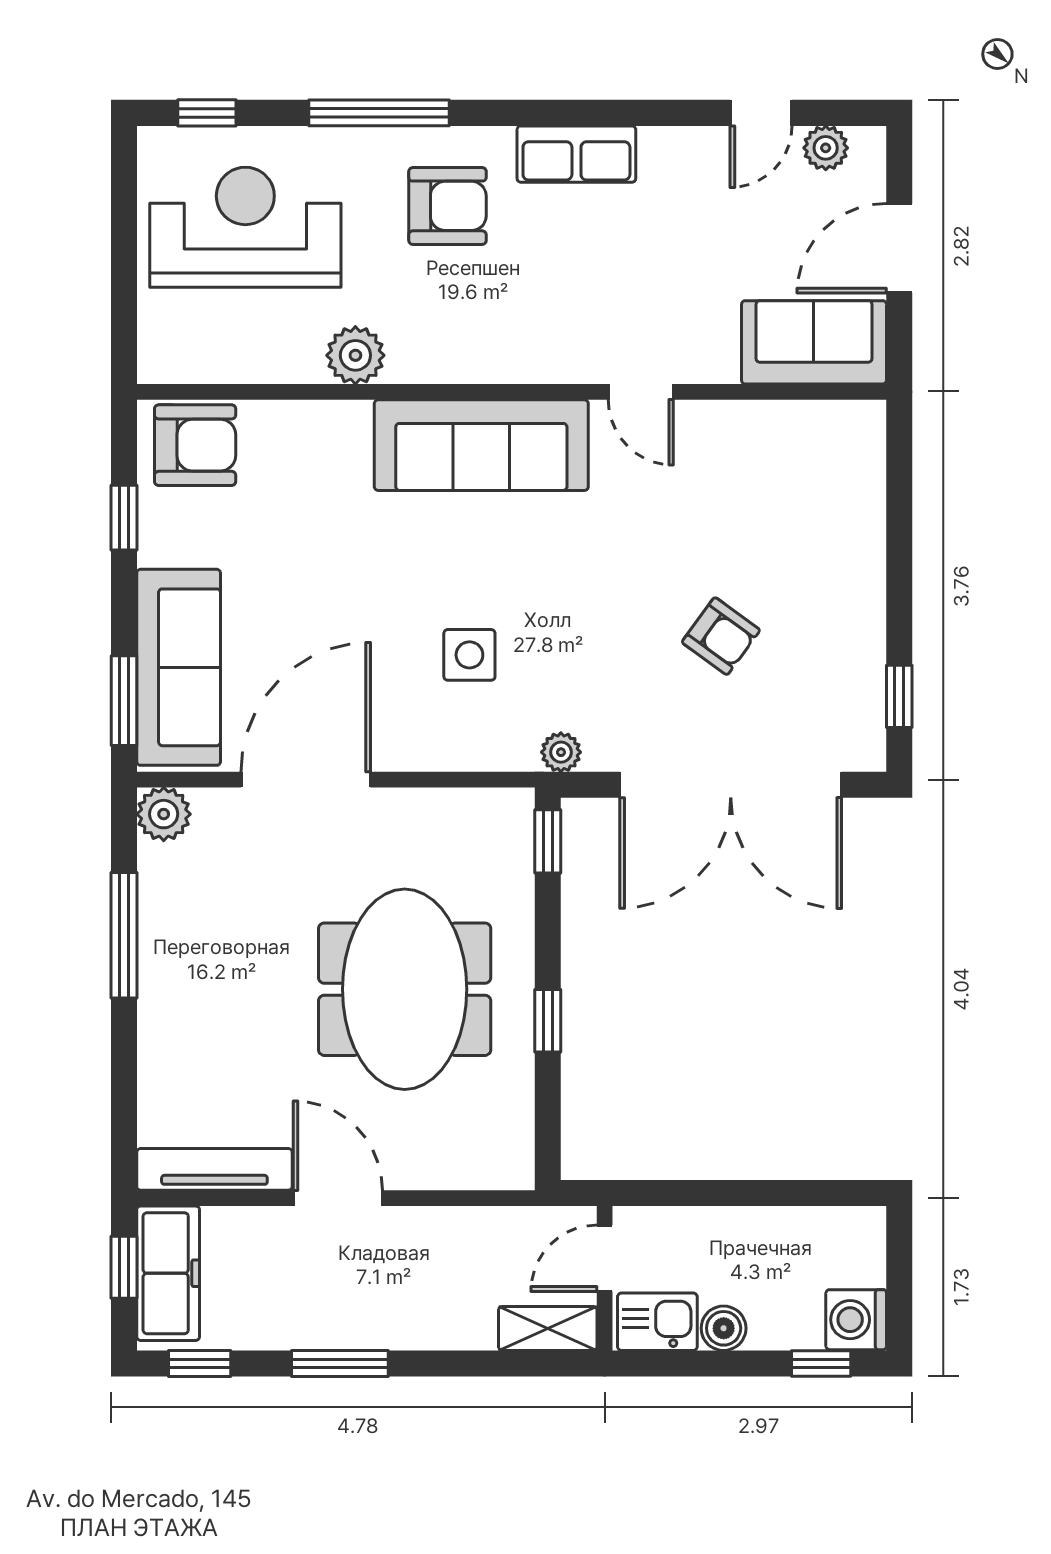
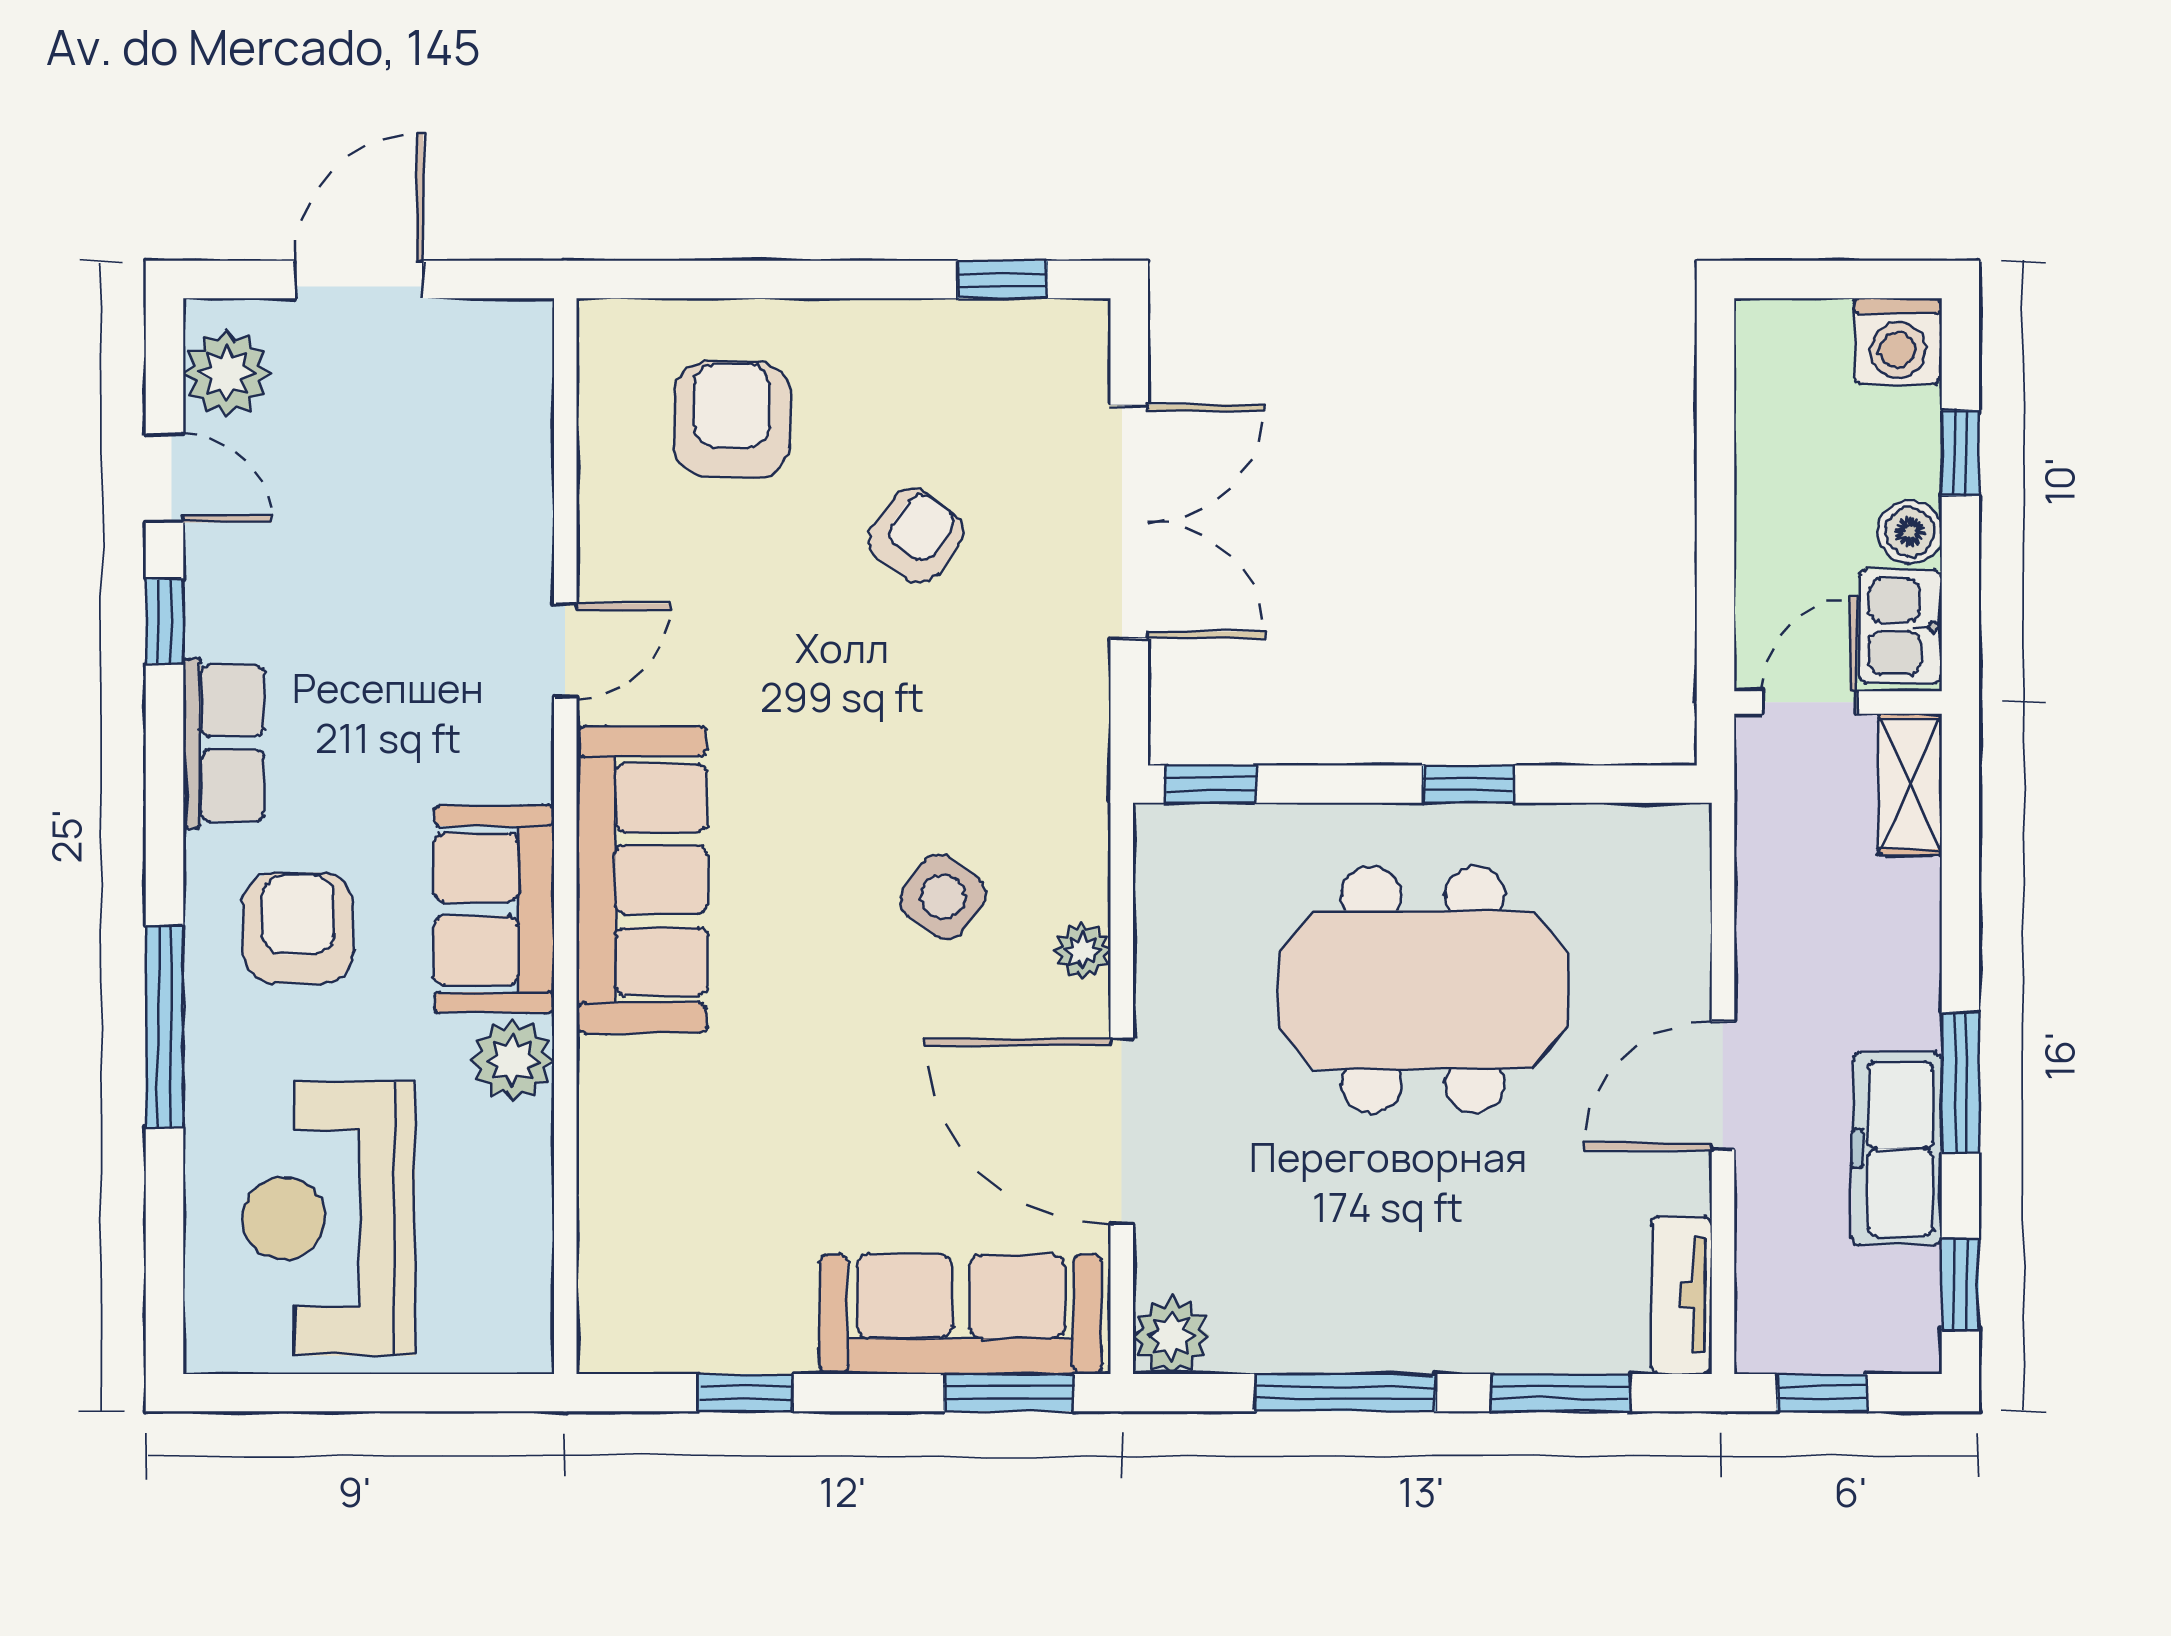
window: (207, 113) -> (164, 621), moved
plant: (826, 148) -> (227, 373), width x1.38, depth x1.38
door: (899, 248) -> (359, 279), swing flipped
sofa: (814, 342) -> (494, 909), moved
armchair: (195, 445) -> (732, 420), moved
side table: (469, 655) -> (943, 897), turned 35
plant: (561, 752) -> (1083, 951), moved
double door: (731, 785) -> (1129, 521), width x0.73
window: (124, 1085) -> (1560, 1393), added
tv unit: (214, 1169) -> (1682, 1295), width x0.71
door: (605, 1258) -> (1809, 702), swing flipped
freezer: (168, 1273) -> (1897, 1149), moved, turned -90
window: (821, 1364) -> (1960, 453), moved

